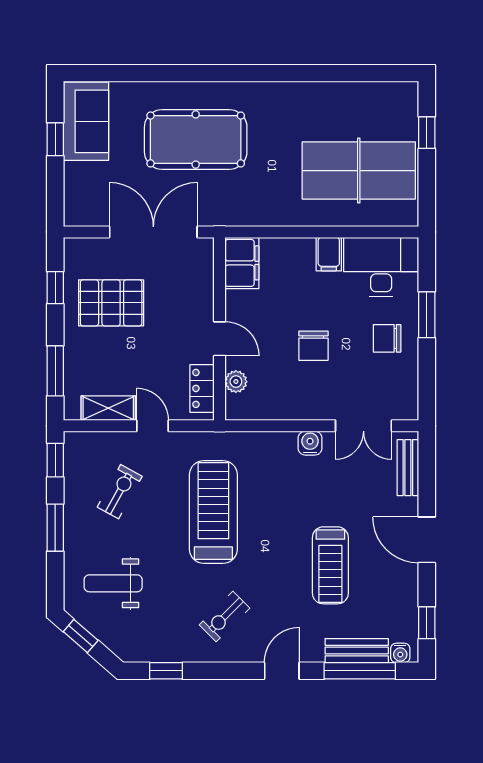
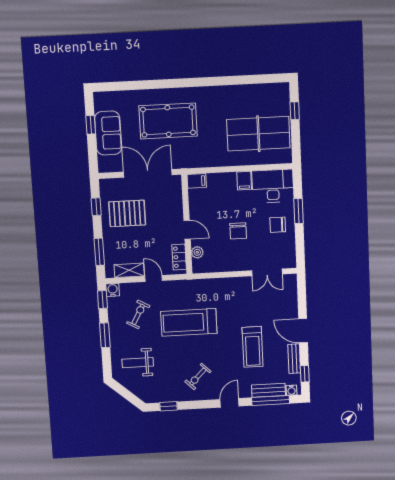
sofa: (86, 121) -> (108, 133), moved
filing cabinet: (242, 263) -> (197, 181), width x0.50
water cooler: (310, 443) -> (113, 290), moved
bench: (408, 468) -> (294, 359), moved
treadmill: (213, 512) -> (189, 322), turned -90
window: (81, 636) -> (122, 391), removed

